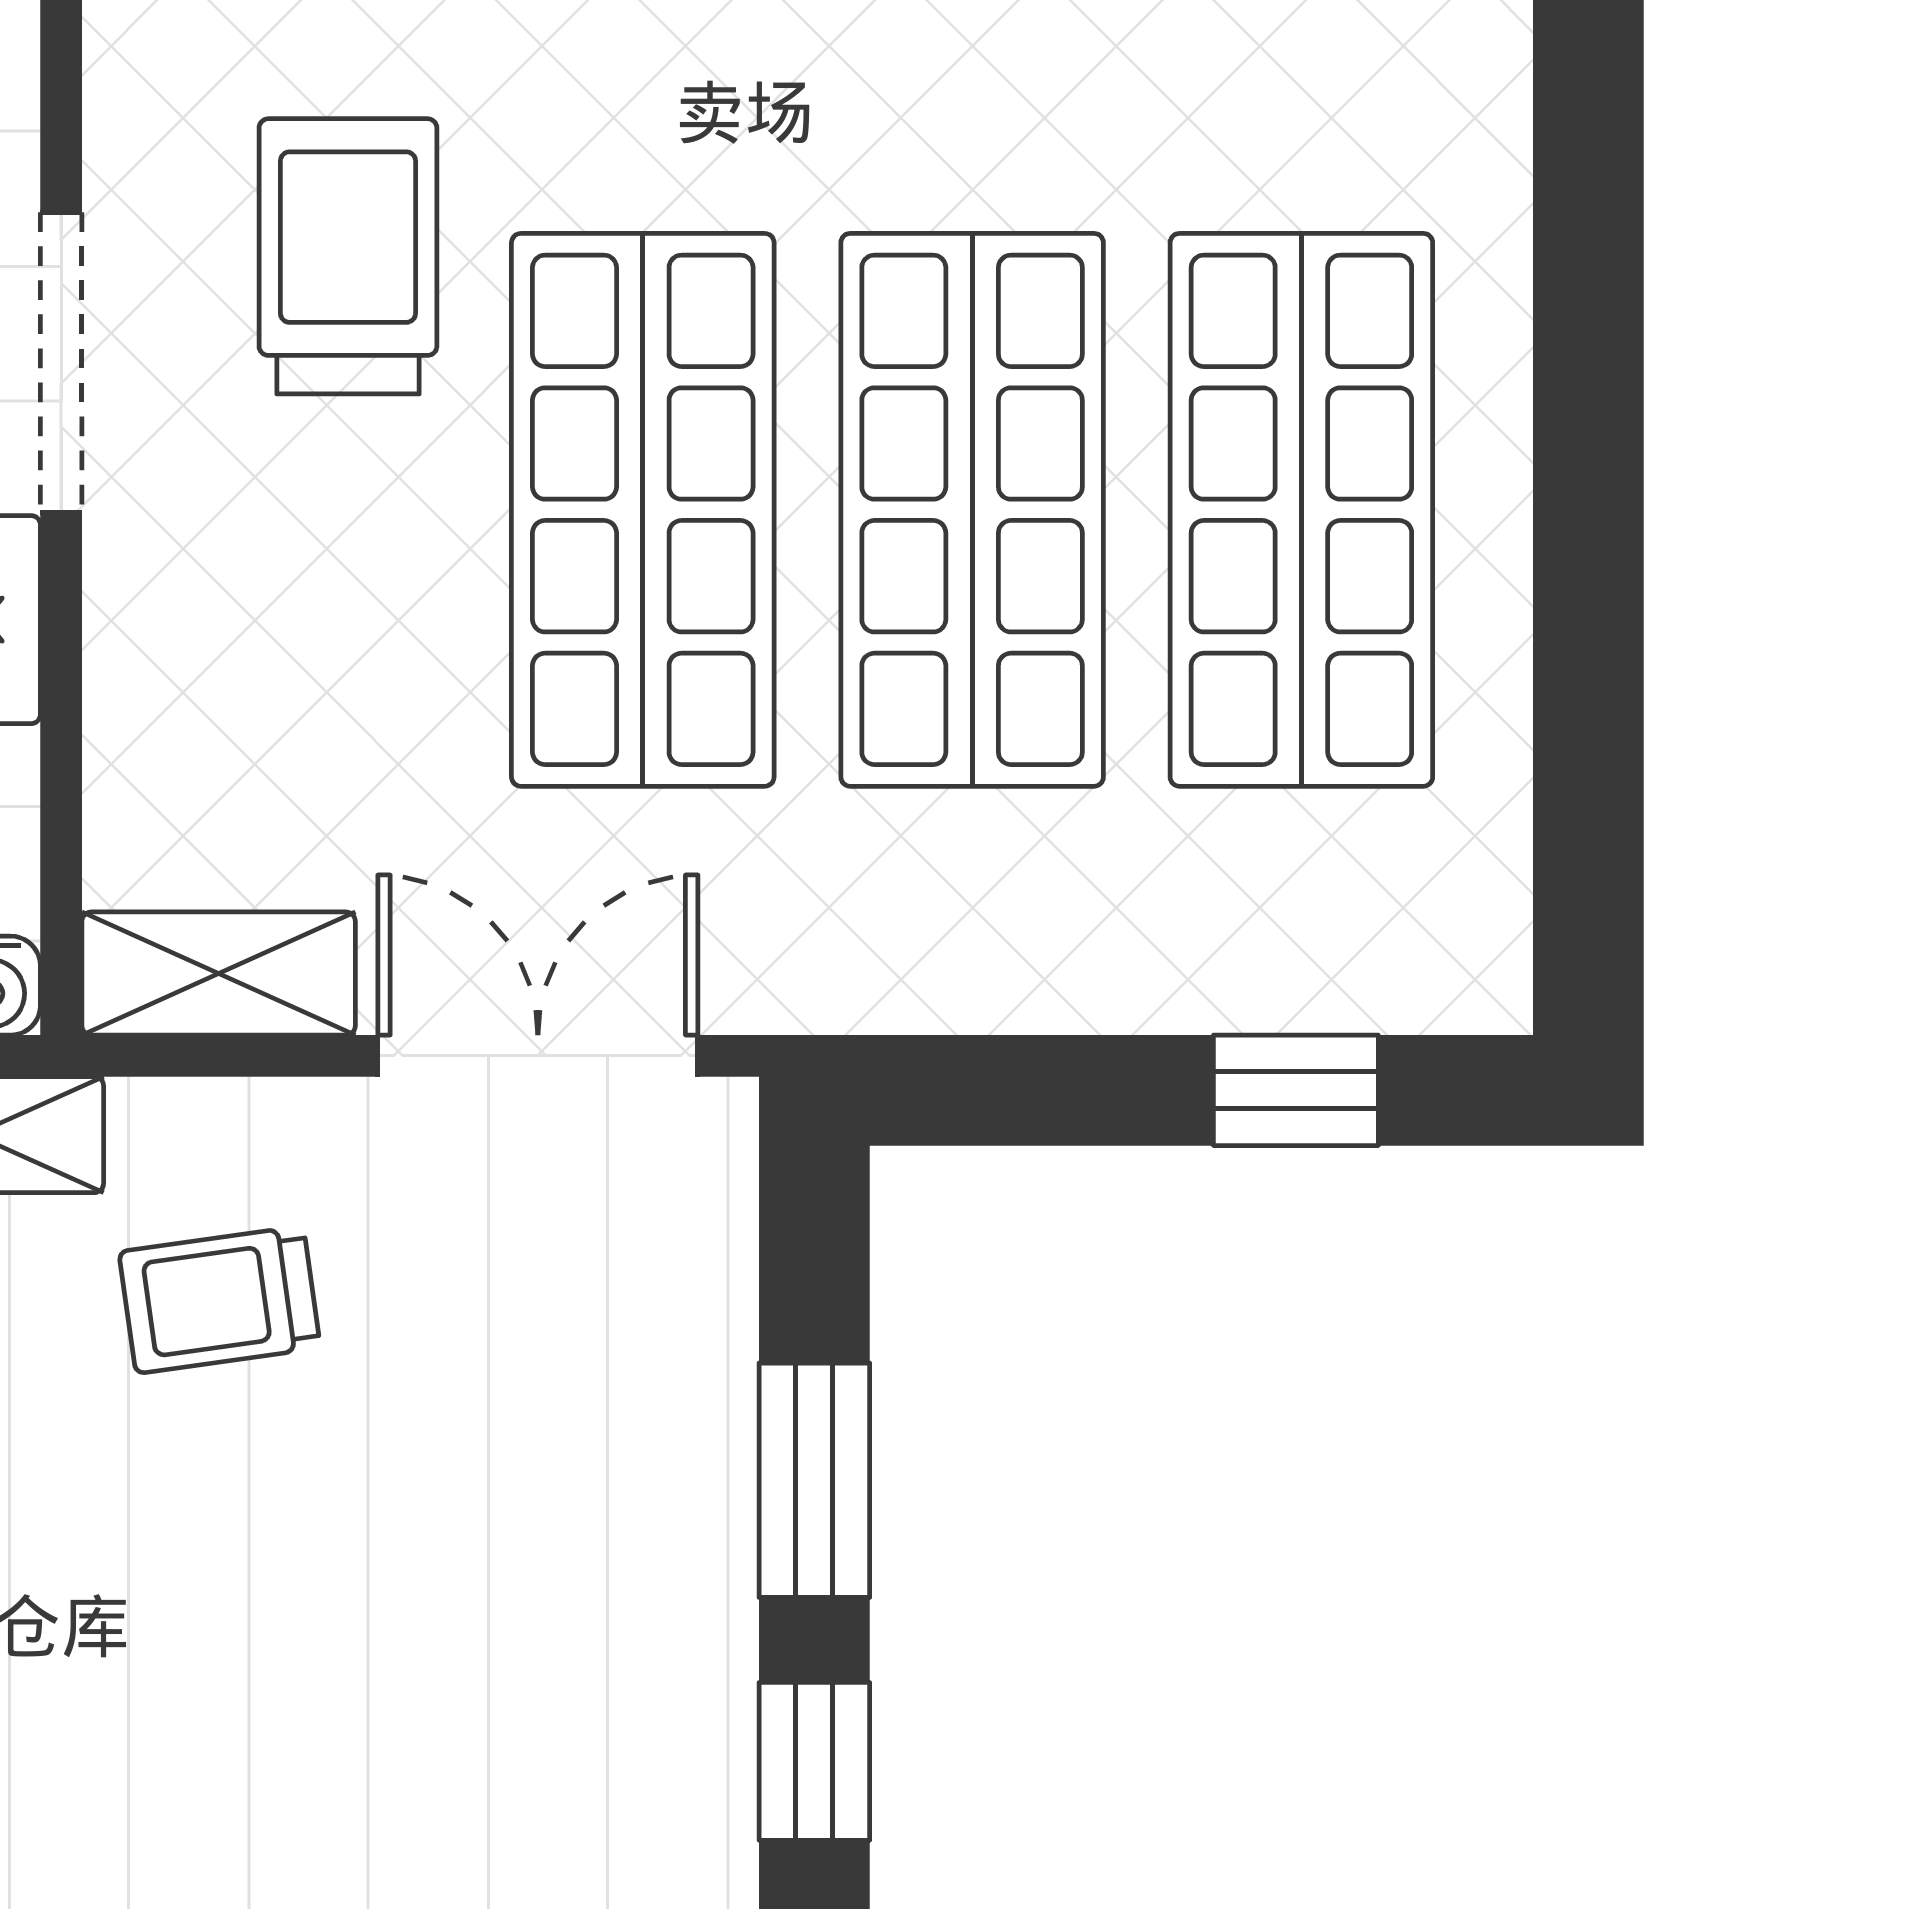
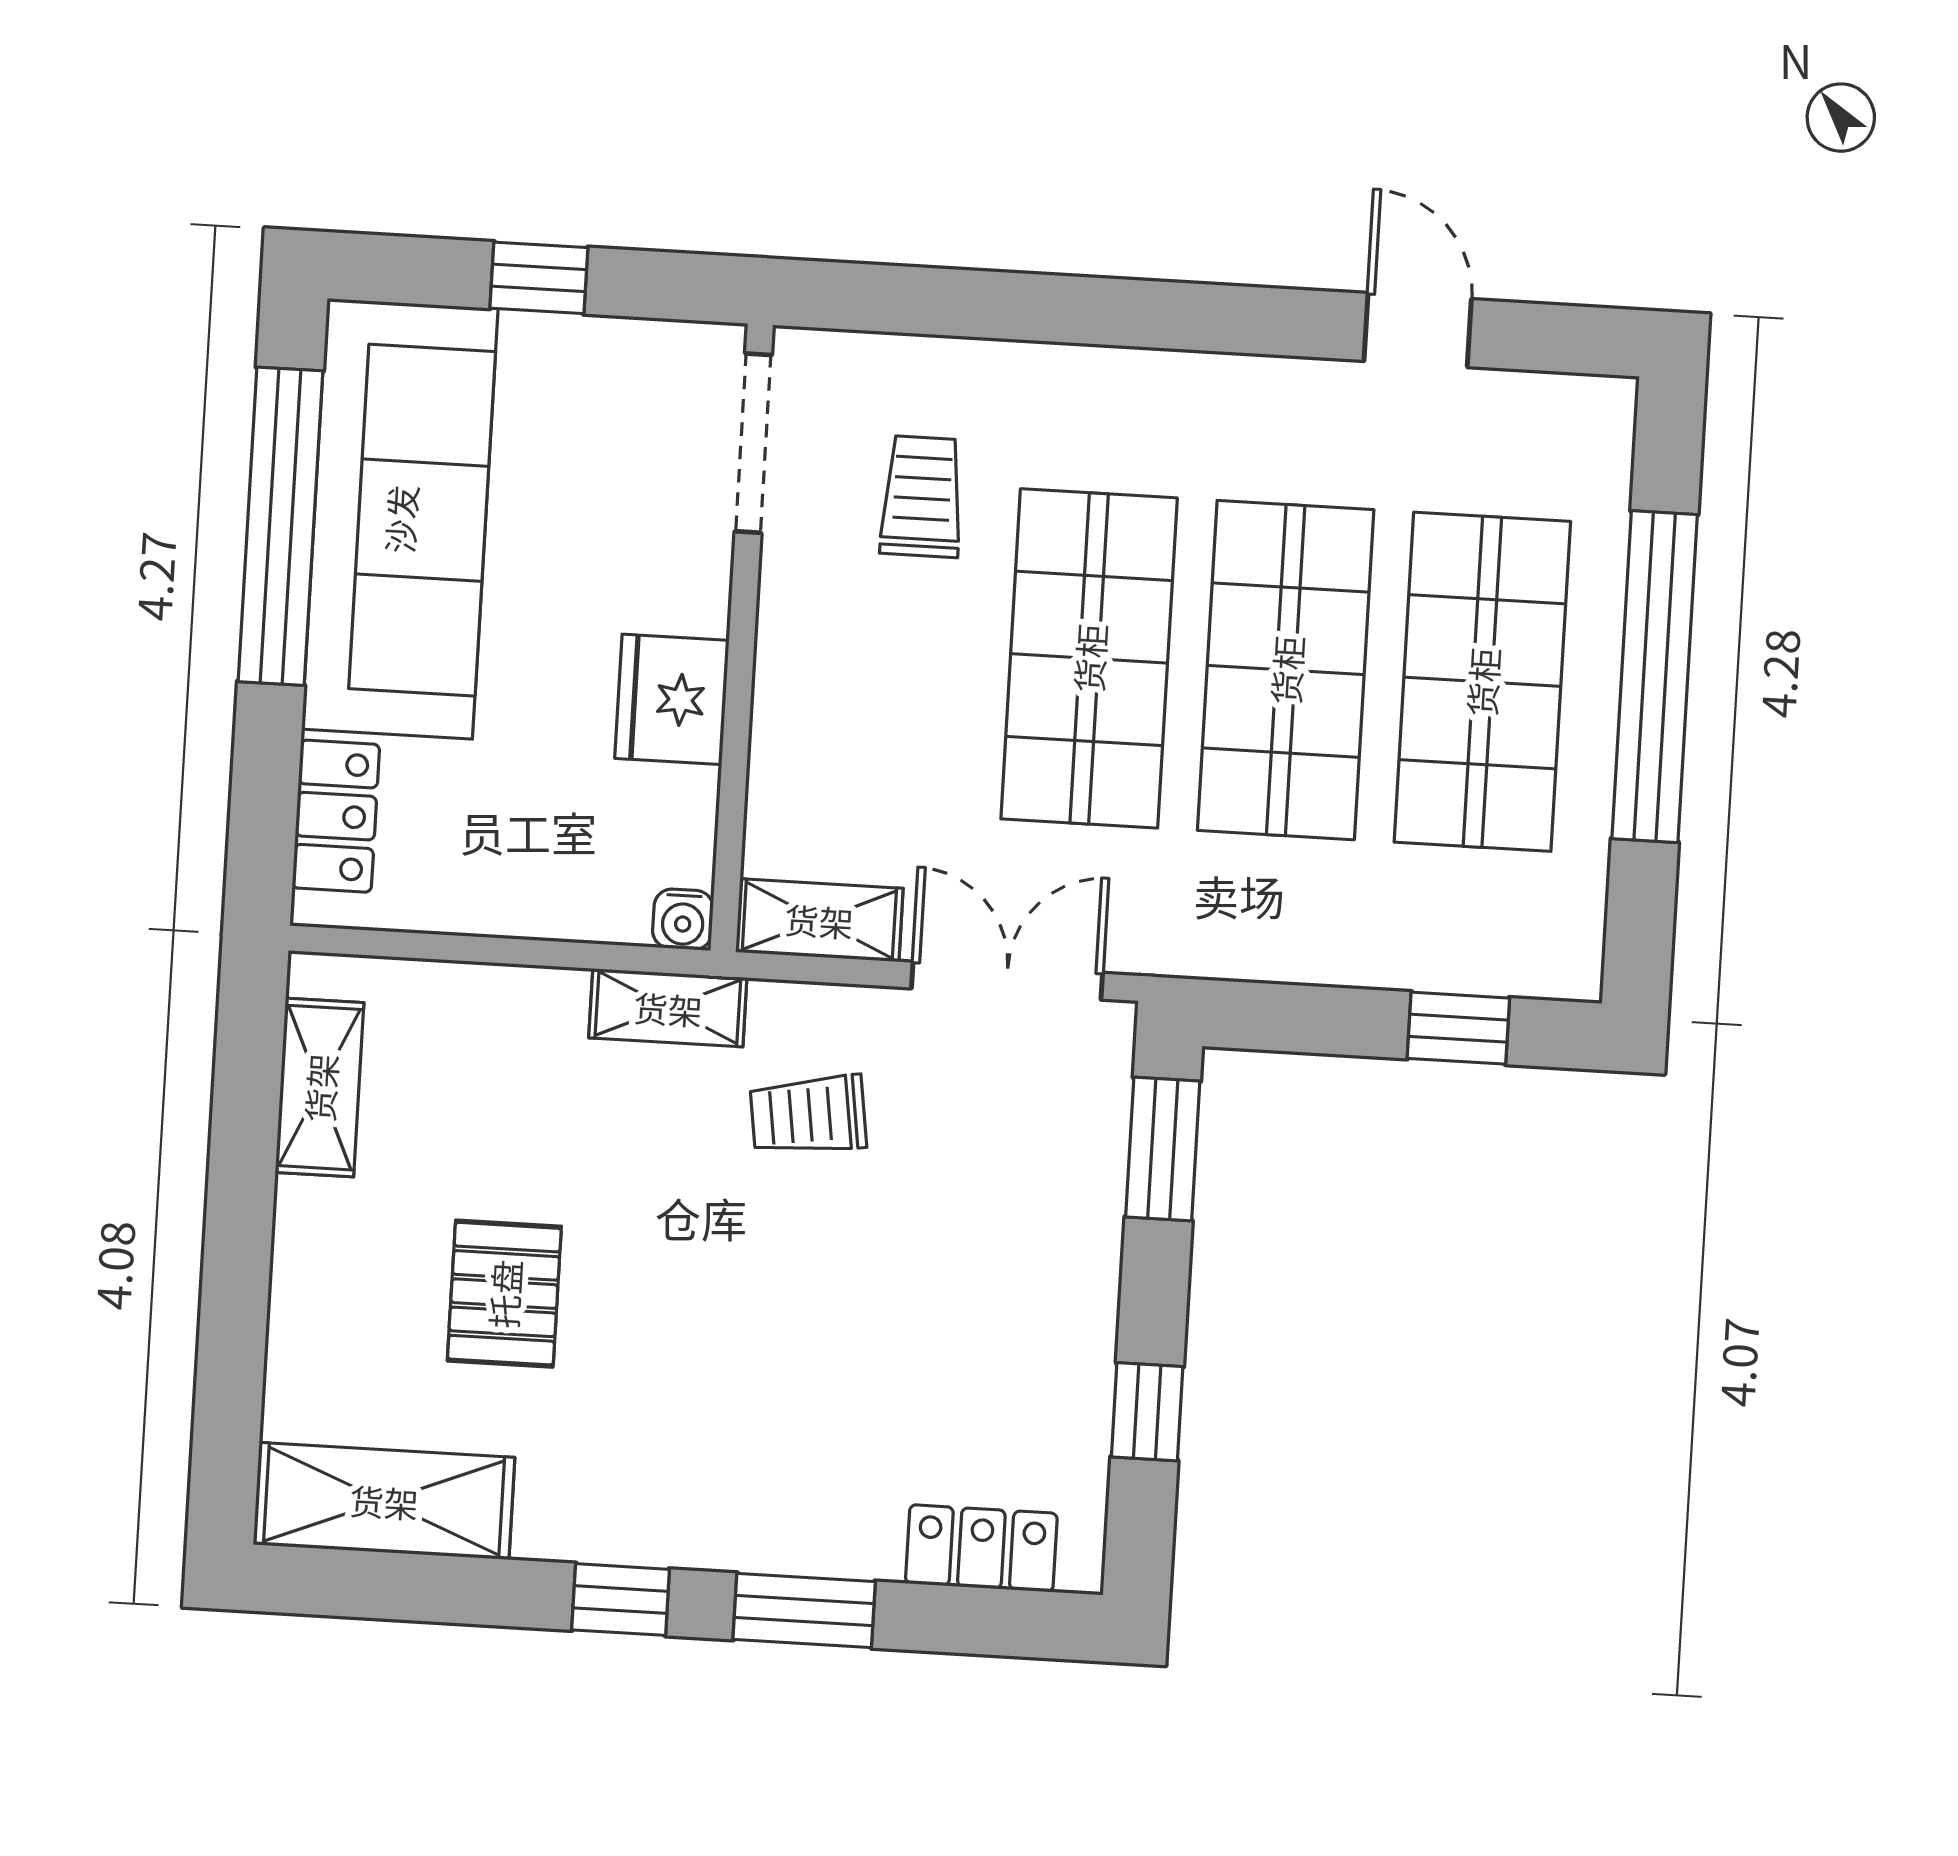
trolley: (348, 256) -> (922, 497), width x0.73, depth x0.72
doorway: (61, 363) -> (753, 443), moved
window: (1588, 484) -> (1655, 677), added
window: (814, 1480) -> (1163, 1149), moved

